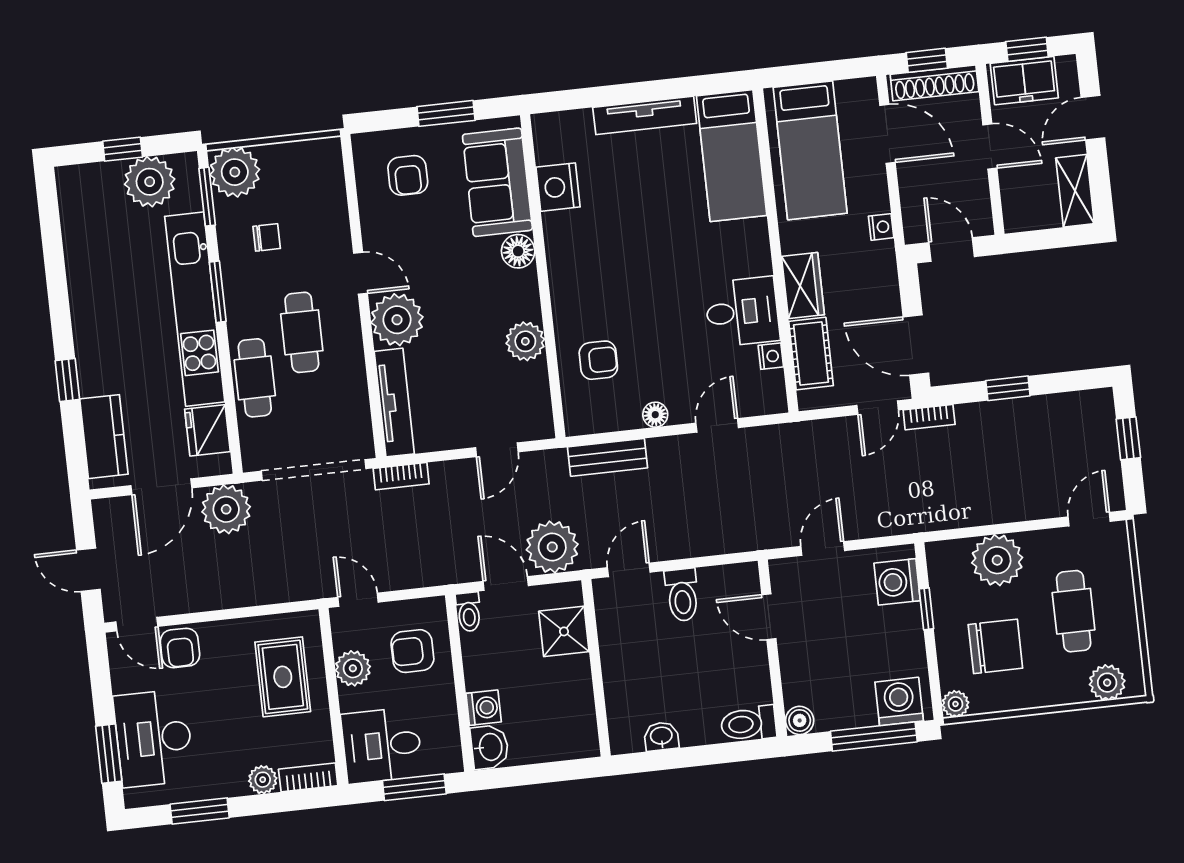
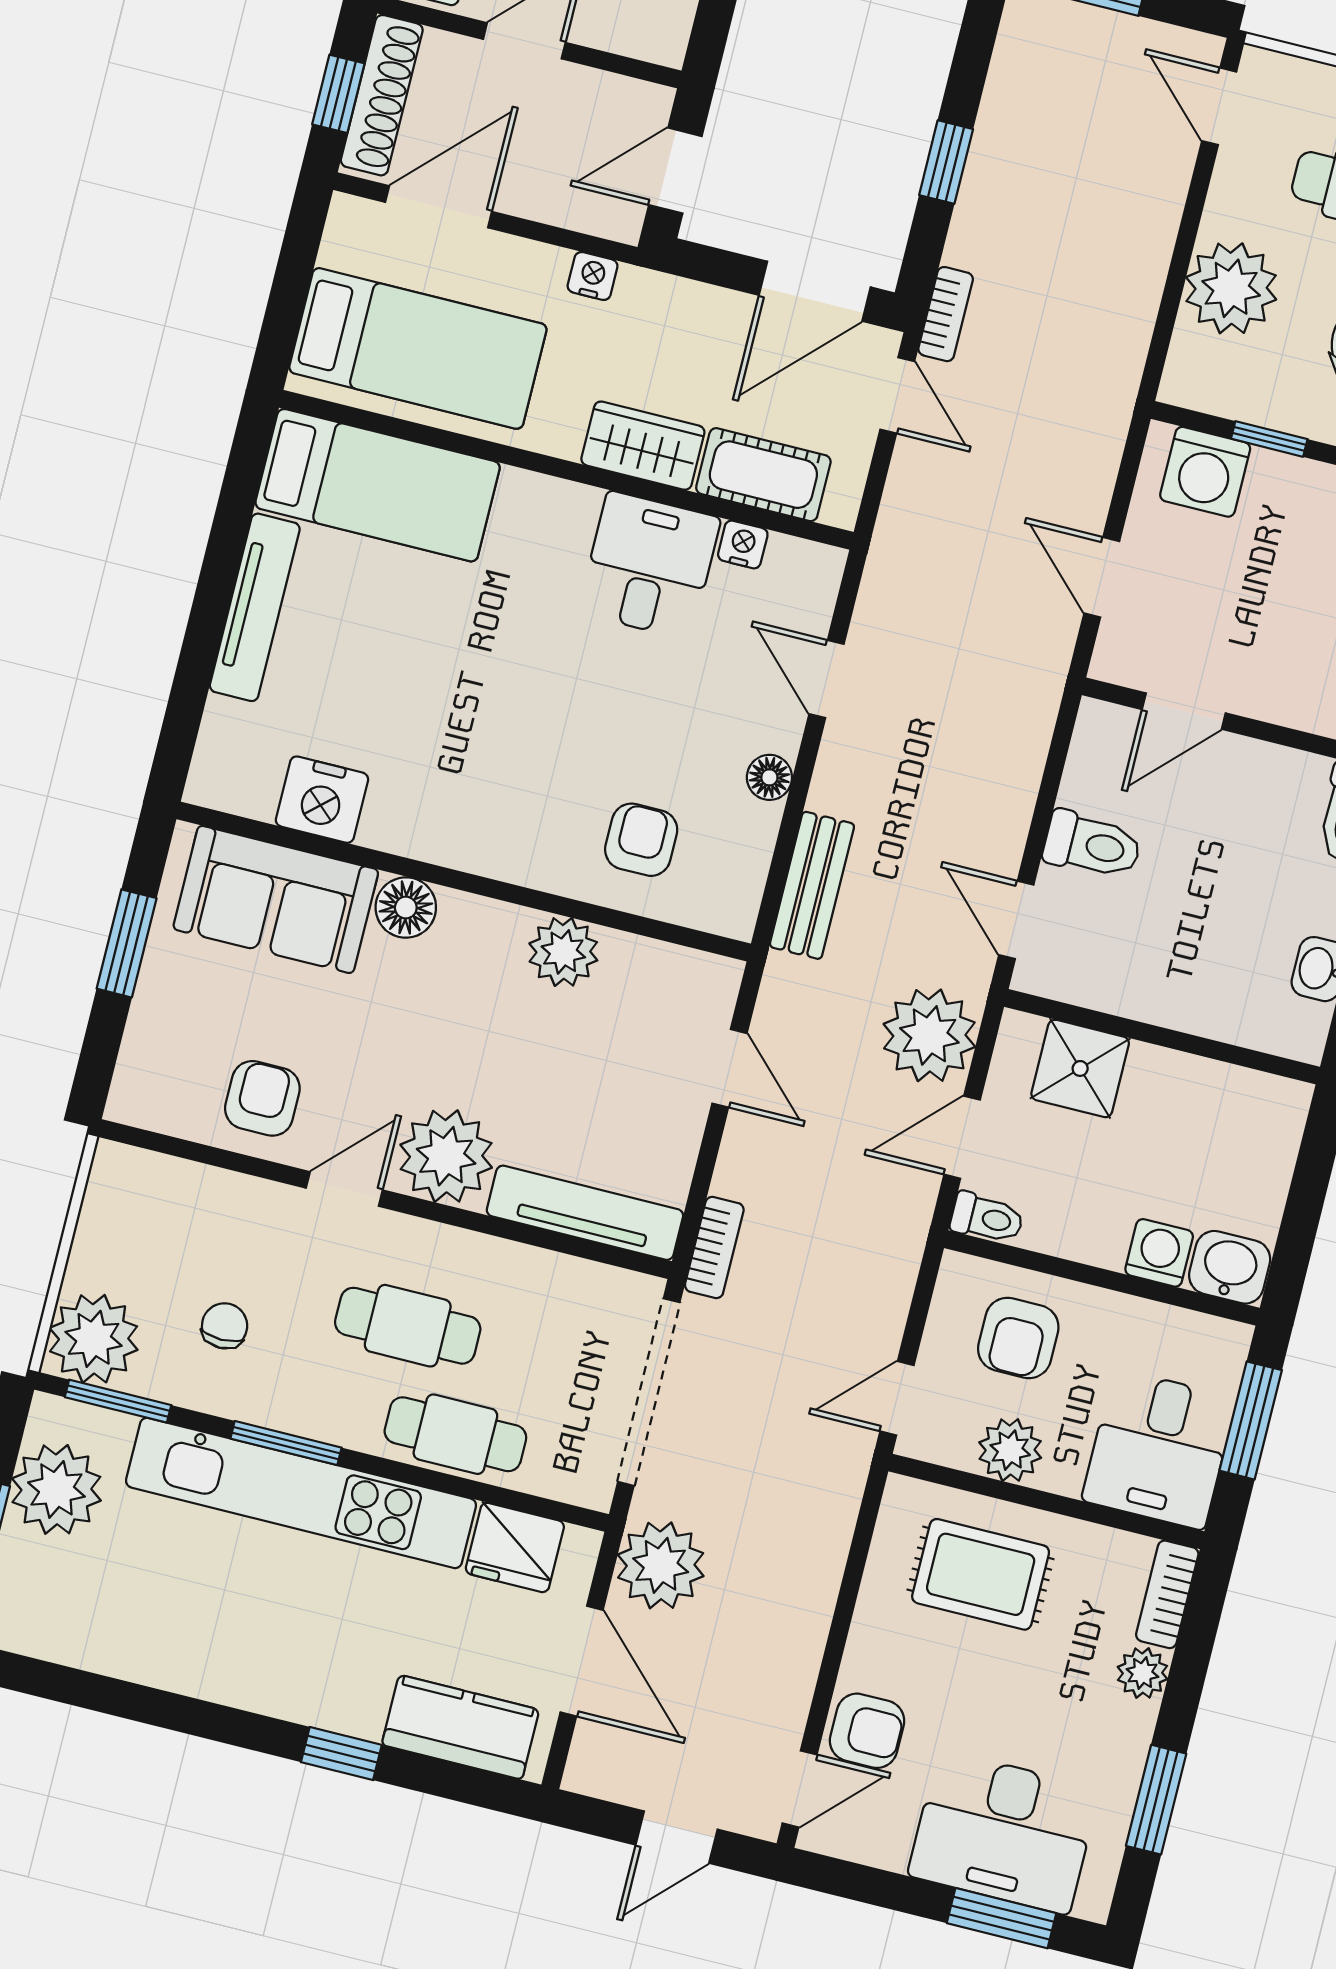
armchair: (408, 175) -> (262, 1098), moved, turned -90

